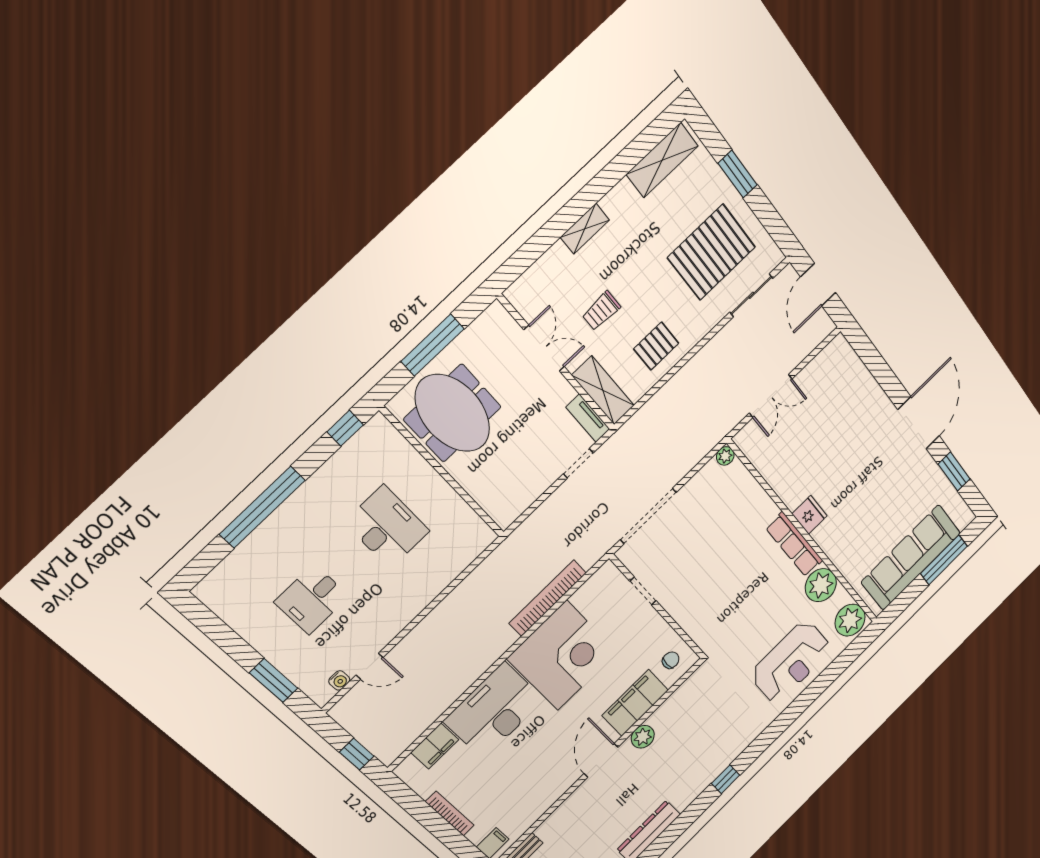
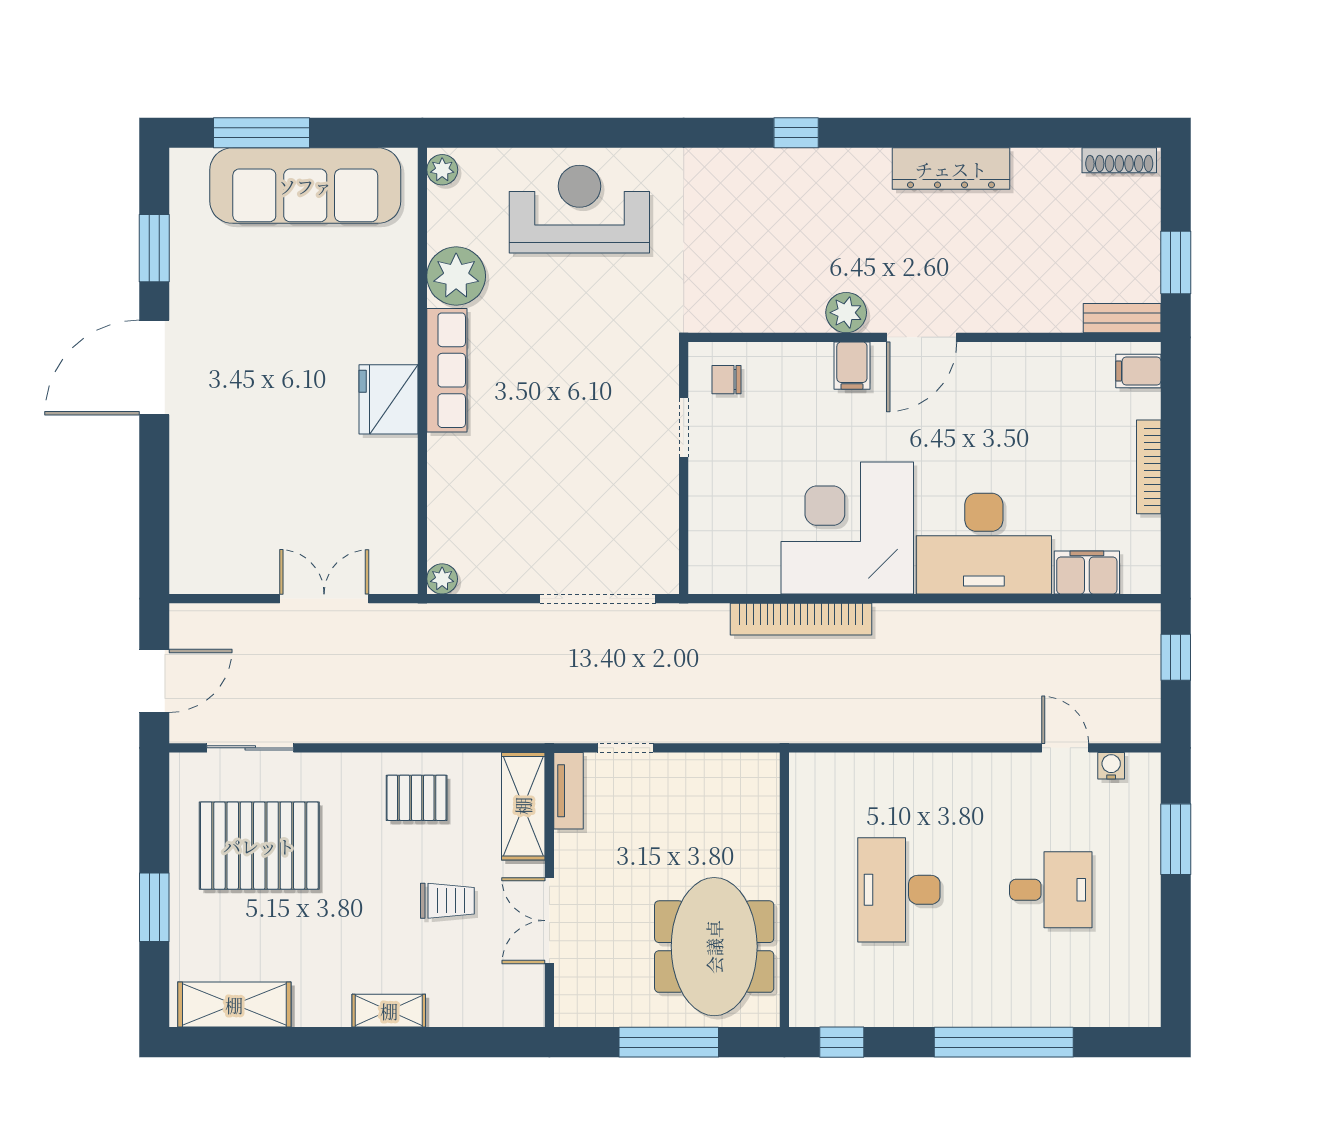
fridge: (809, 515) -> (388, 399), width x1.36, depth x1.34
doorway: (643, 591) -> (684, 427), moved
plant: (850, 620) -> (442, 170), width x0.53, depth x0.53
filing cabinet: (635, 703) -> (852, 366), width x0.33, depth x0.86

